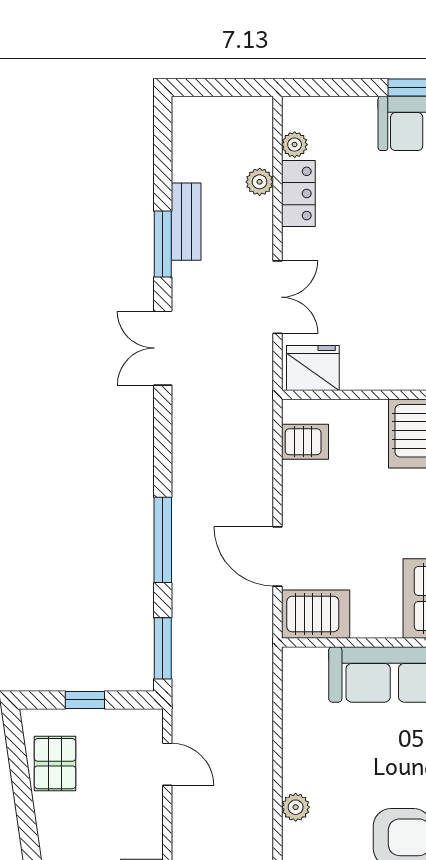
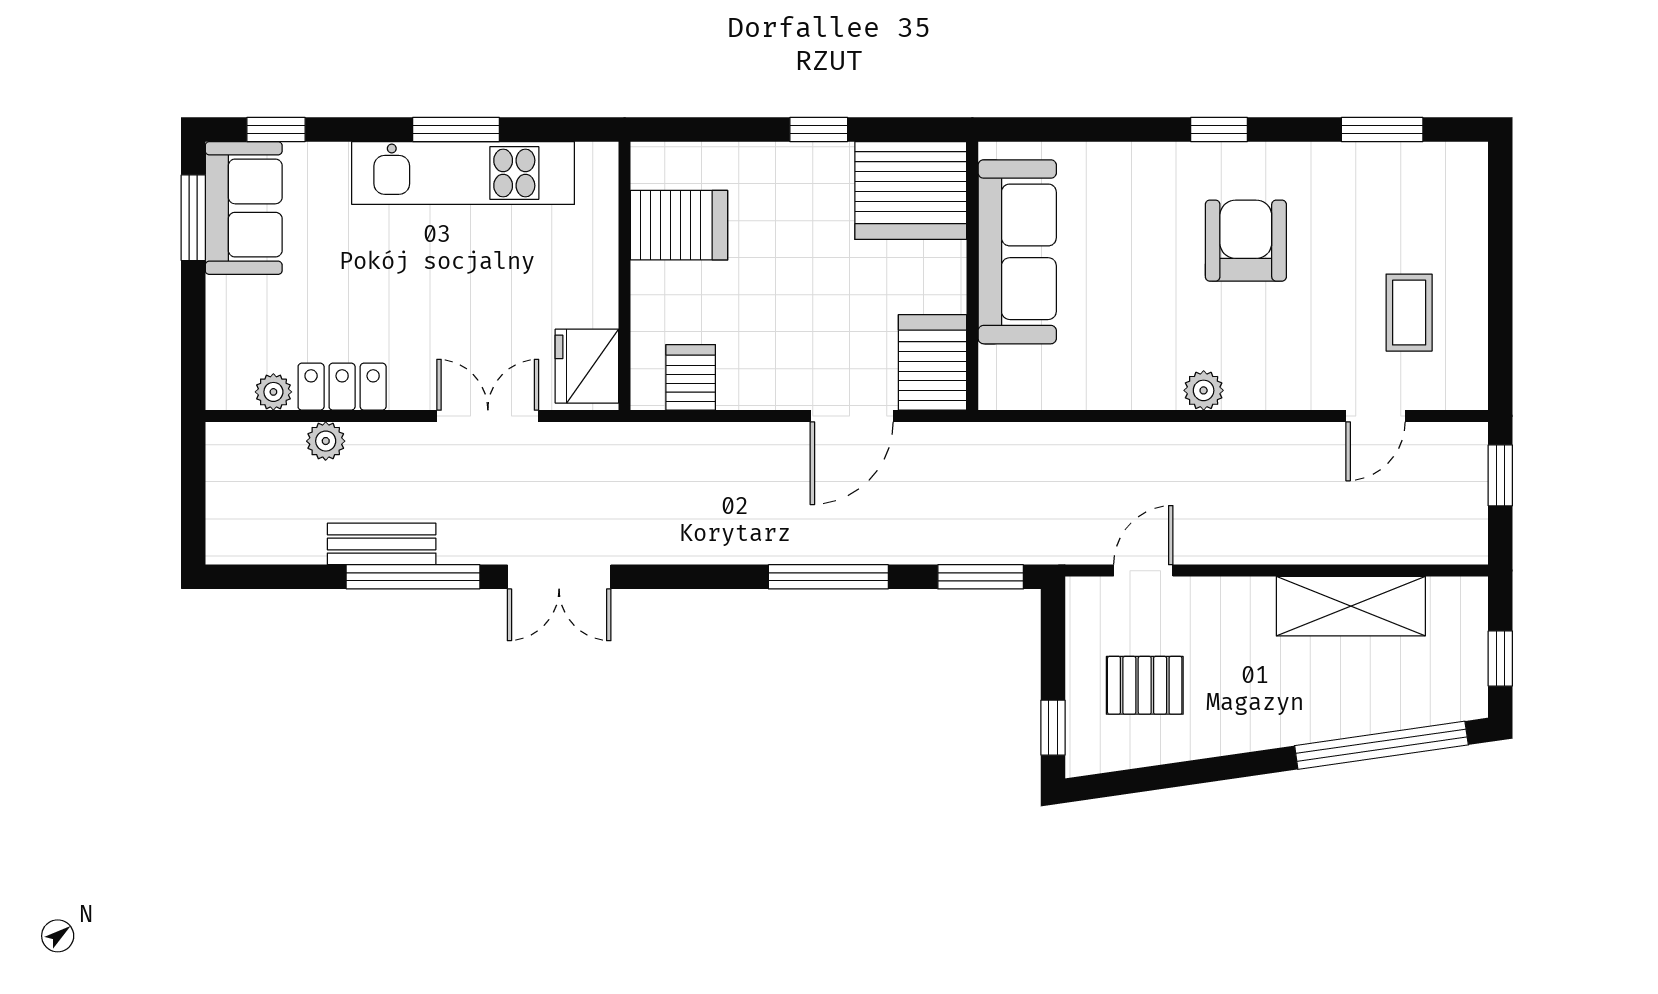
window: (163, 244) -> (413, 577), width x1.44
window: (85, 700) -> (1053, 728), moved
pallet: (55, 764) -> (1145, 685), moved

